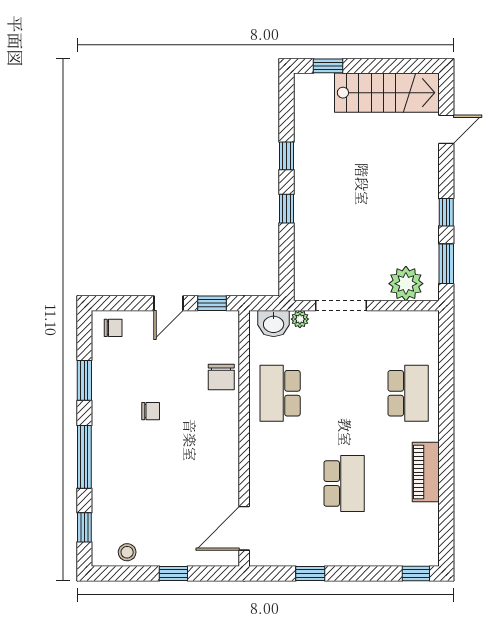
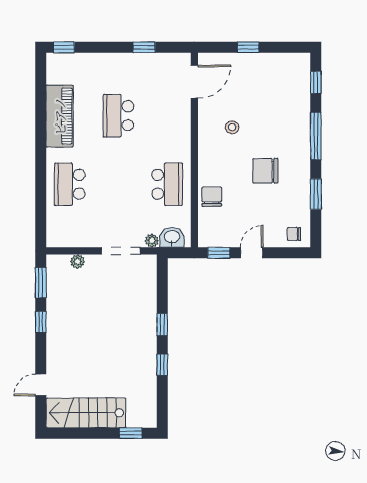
plant: (406, 284) -> (78, 262), width x0.53, depth x0.53
chair: (151, 411) -> (265, 171), width x1.87, depth x1.87
piano: (426, 472) -> (60, 116), width x1.37, depth x1.33
stool: (127, 552) -> (232, 127), moved

